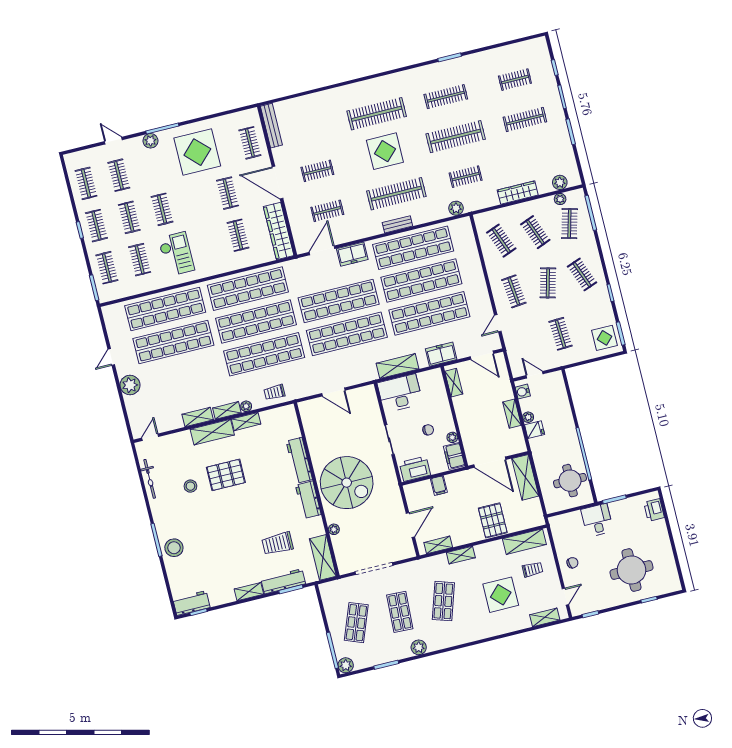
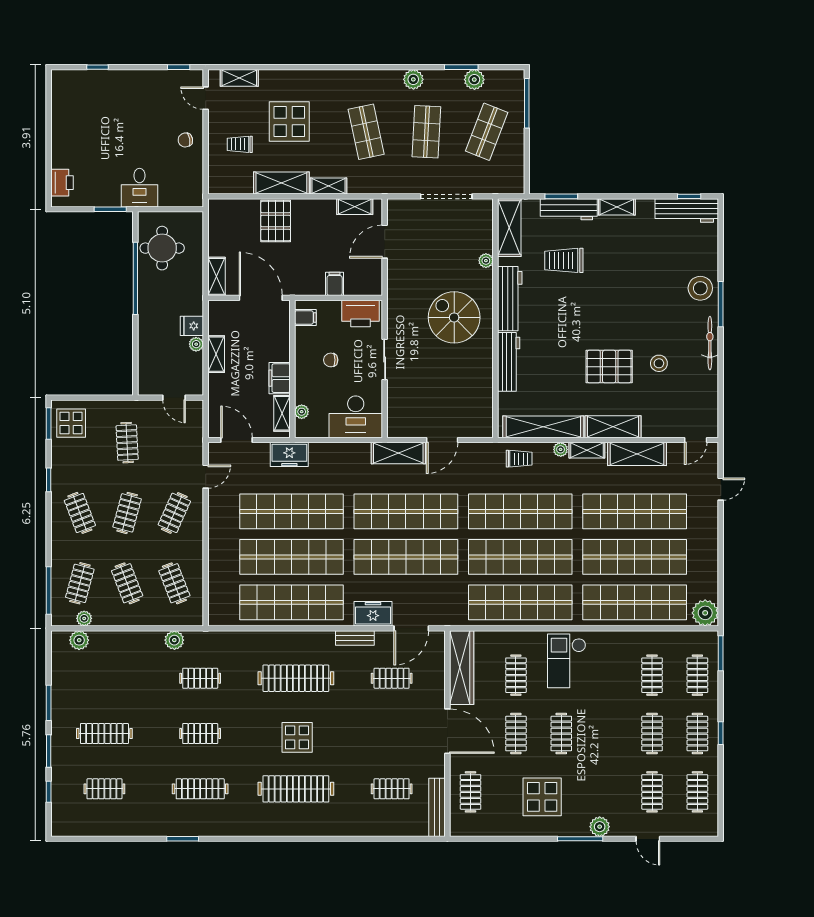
clothes rail: (456, 137) -> (200, 734), width x0.54, depth x0.76
display table: (385, 151) -> (297, 737), width x0.73, depth x0.73
display table: (197, 152) -> (542, 797), width x0.73, depth x0.73
clothes rail: (317, 171) -> (392, 789), moved
wardrobe: (518, 193) -> (137, 641), removed
plant: (456, 208) -> (174, 640), moved
clothes rail: (162, 209) -> (561, 734), moved
bench: (397, 224) -> (355, 638), moved
checkout: (176, 254) -> (567, 661), moved
clothes rail: (514, 291) -> (174, 513), turned 30
door: (111, 357) -> (721, 489), moved
shelving: (398, 366) -> (398, 453), moved
shop shelf: (181, 375) -> (635, 511), added
plant: (130, 385) -> (705, 613), moved
door: (333, 392) -> (442, 440), swing flipped
water cooler: (523, 392) -> (195, 379), removed
filing cabinet: (462, 408) -> (280, 378), added
shelving: (198, 417) -> (637, 454), width x1.50, depth x1.33
shelving: (246, 422) -> (543, 427), width x2.20, depth x1.33
plant: (452, 437) -> (302, 412), moved
filing cabinet: (454, 456) -> (305, 318), width x0.50
shelving: (525, 477) -> (216, 276), width x0.67, depth x0.75
bicycle: (150, 479) -> (710, 343), moved
spiral stairs: (347, 483) -> (454, 317), width x0.73, depth x0.73
workbench: (308, 500) -> (510, 299), width x1.37
shelving: (524, 542) -> (281, 183), moved
trolley: (278, 543) -> (564, 260), turned 180
round table: (631, 570) -> (111, 112), removed
door: (565, 597) -> (206, 98), hinge flipped
shop shelf: (443, 601) -> (366, 132), turned -30
workbench: (191, 603) -> (687, 210), width x1.38
plant: (346, 665) -> (474, 80), moved

